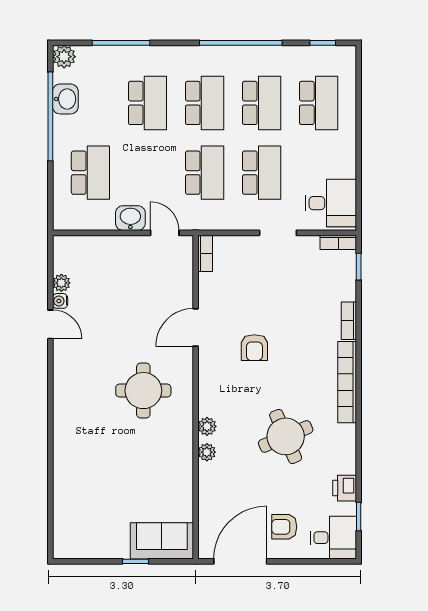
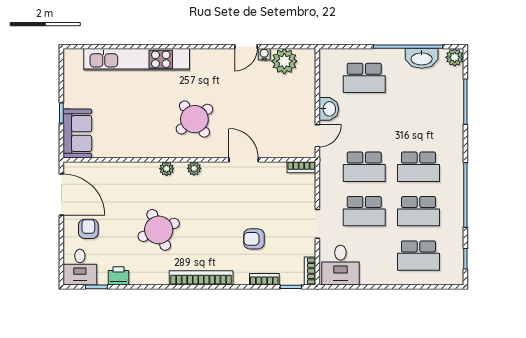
washbasin: (65, 99) -> (422, 58), width x1.38
school desk: (147, 103) -> (418, 122), removed
plant: (61, 283) -> (284, 61), width x1.88, depth x1.88
bookcase: (349, 321) -> (264, 279), moved
armchair: (254, 348) -> (254, 239), moved
round table: (143, 391) -> (194, 119), turned -37
plant: (207, 452) -> (194, 168), moved
kitchen unit: (67, 465) -> (137, 59), added

